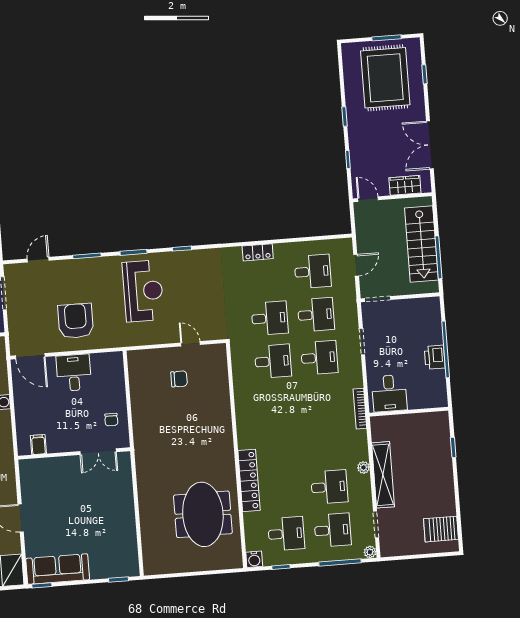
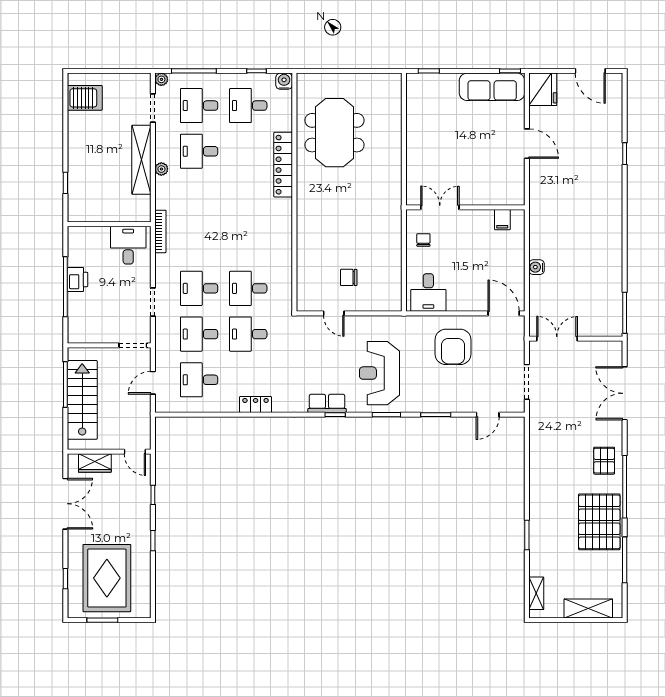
row of seats: (190, 259) -> (327, 403), added
desk: (74, 373) -> (428, 292), moved

